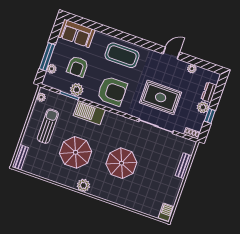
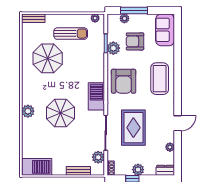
door: (171, 53) -> (178, 123), hinge flipped
dresser: (209, 92) -> (165, 170), moved
barbecue: (89, 113) -> (96, 96), moved
plant: (177, 142) -> (98, 157), added
parasol: (76, 152) -> (48, 58), moved
plant: (83, 185) -> (28, 111), moved
barbecue: (166, 212) -> (37, 167), width x1.88, depth x1.53

